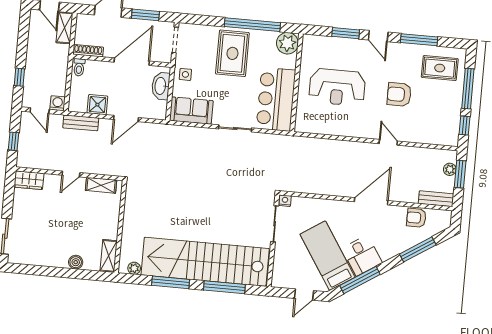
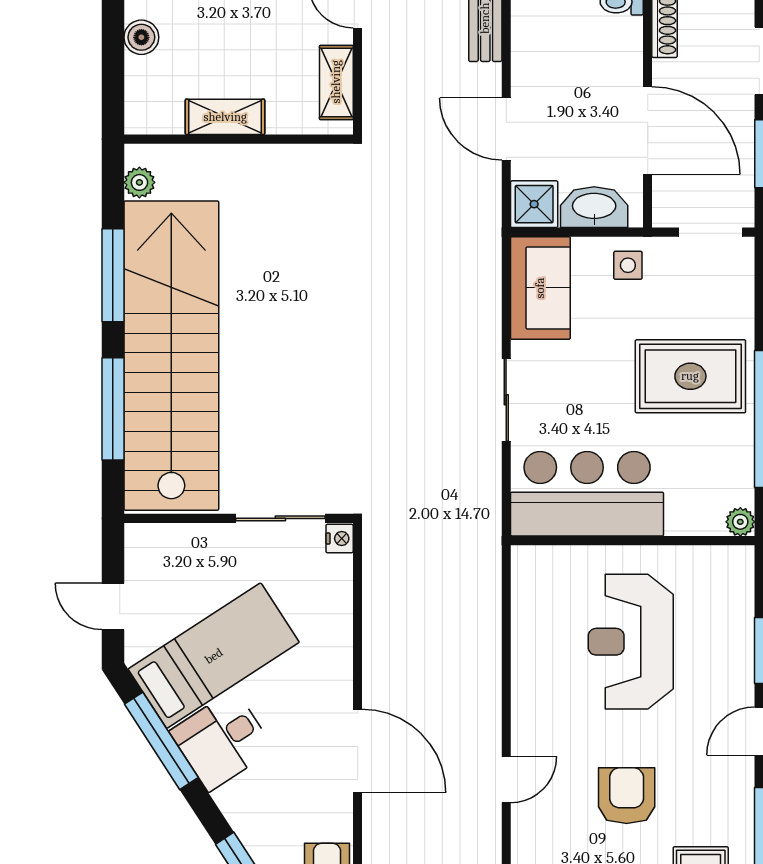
plant: (287, 43) -> (740, 522), width x0.53, depth x0.53
shower: (97, 105) -> (534, 204), moved
shelving: (109, 256) -> (225, 117), moved

